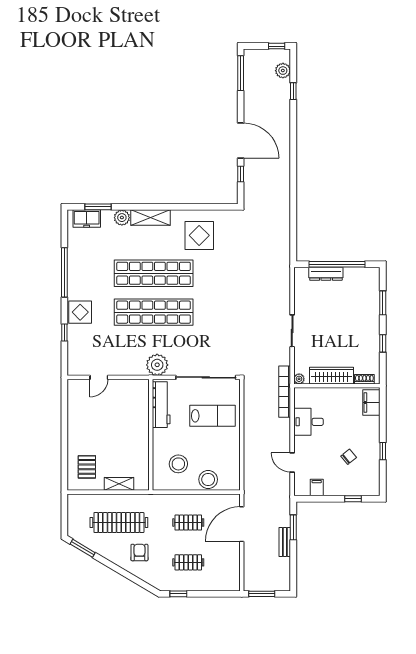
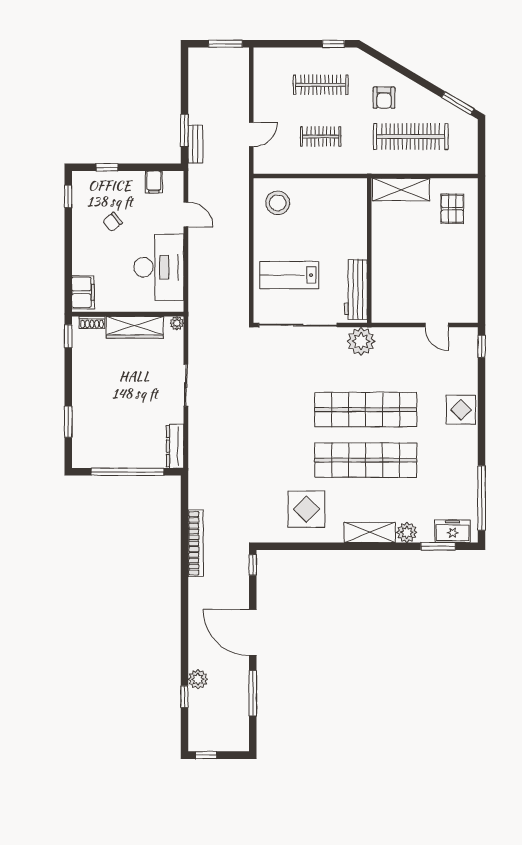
plant: (283, 71) -> (198, 679), moved
window: (241, 73) -> (253, 693), moved
window: (241, 174) -> (253, 565), moved
window: (64, 272) -> (482, 498), moved
dresser: (326, 274) -> (175, 446), moved, turned -90
window: (64, 332) -> (482, 346), moved
window: (383, 343) -> (68, 336), moved
door: (99, 377) -> (437, 325), swing flipped
bookcase: (285, 392) -> (196, 543), moved
desk: (308, 422) -> (159, 267), width x1.87, depth x1.30
window: (383, 451) -> (68, 196), moved
stool: (178, 464) -> (333, 213), removed
stool: (208, 479) -> (278, 203), moved
shelving: (119, 484) -> (401, 190), width x1.50, depth x1.33
door: (242, 524) -> (251, 134), width x0.53
bench: (285, 542) -> (195, 144), moved
clothes rail: (188, 562) -> (321, 85), width x1.36

